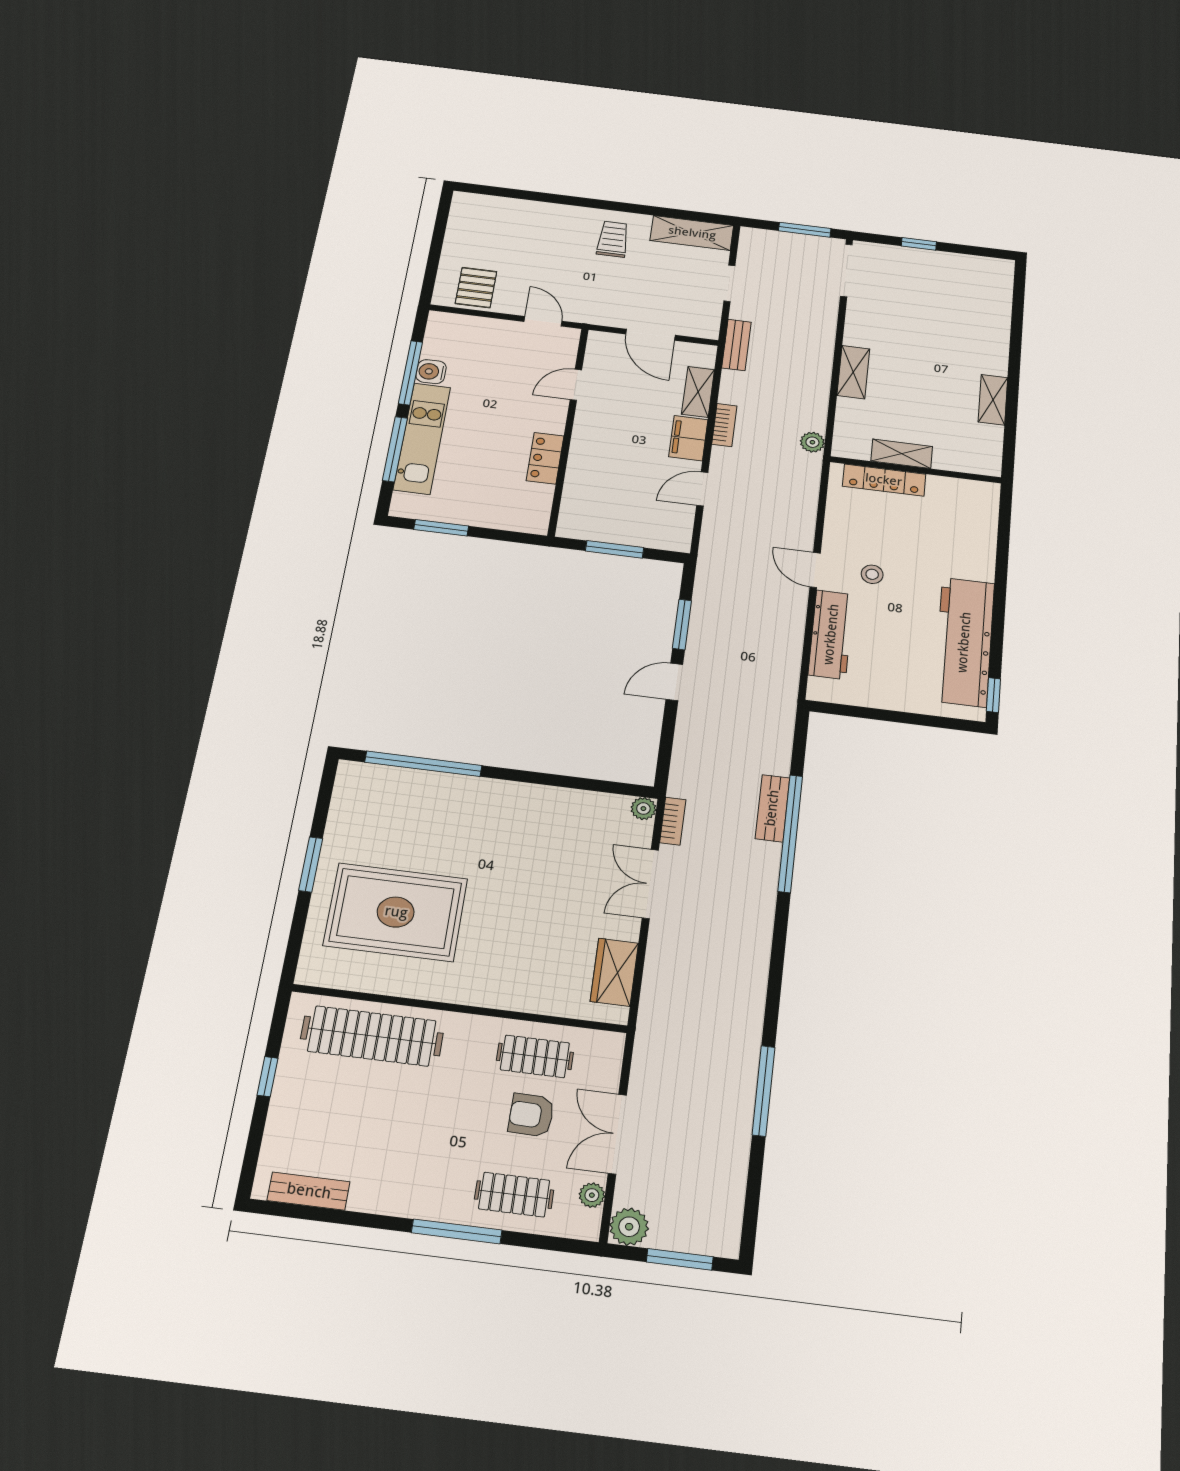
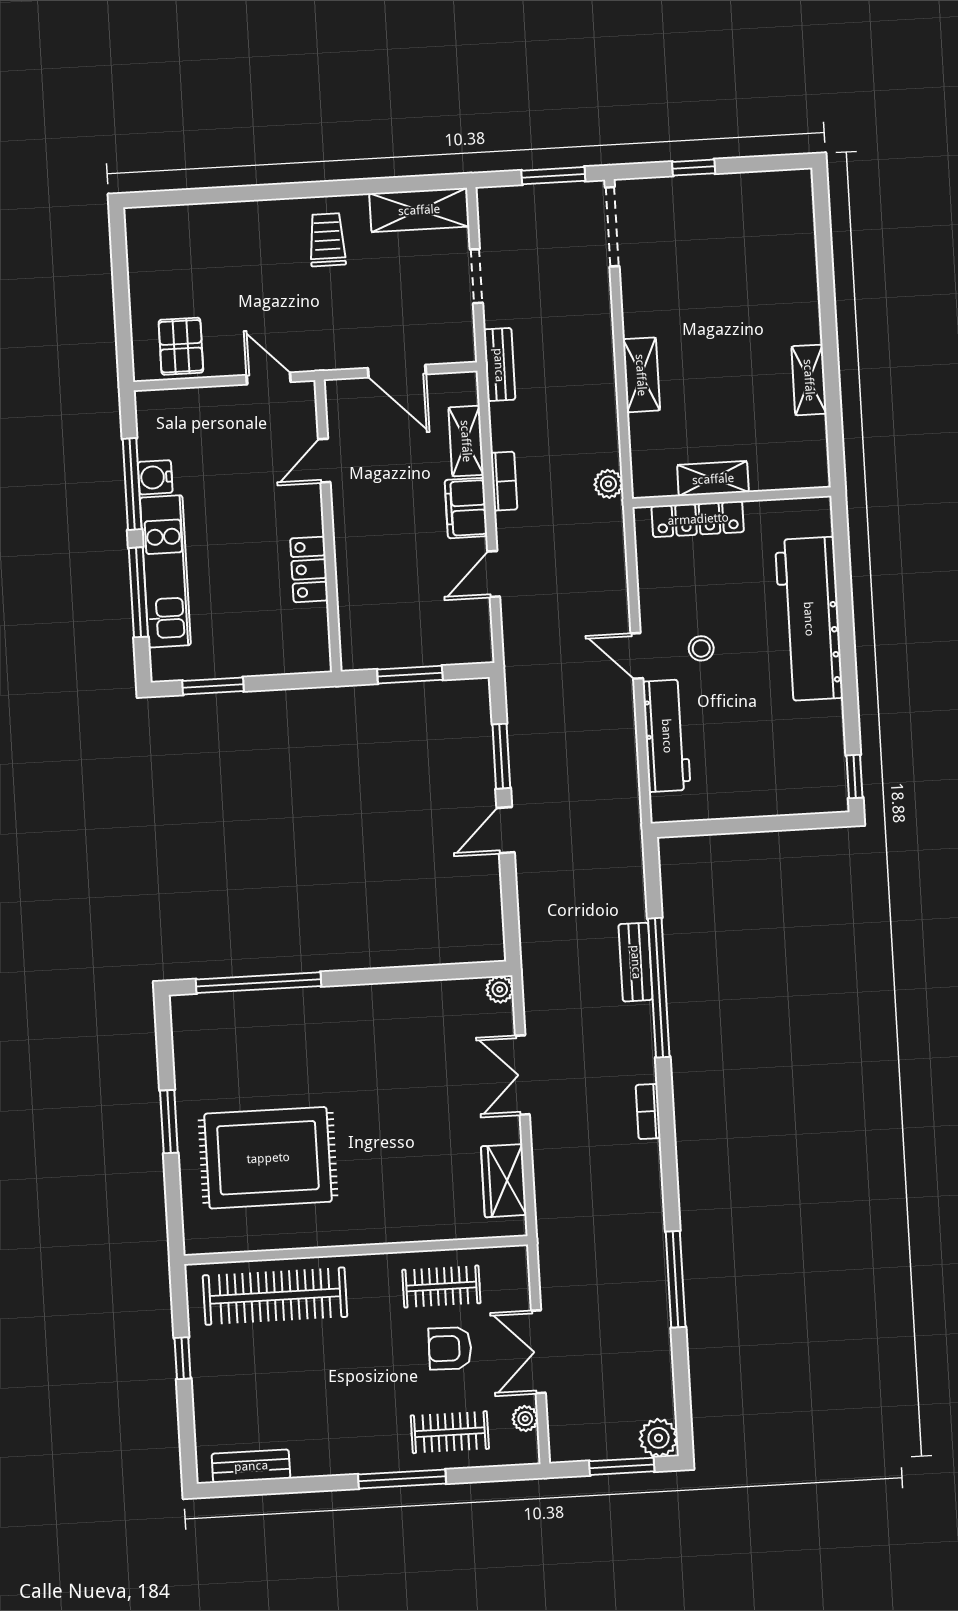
workbench: (964, 642) -> (809, 619), moved
bookcase: (673, 821) -> (648, 1111), moved, turned 180
plant: (629, 1227) -> (659, 1438), moved

